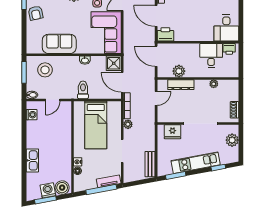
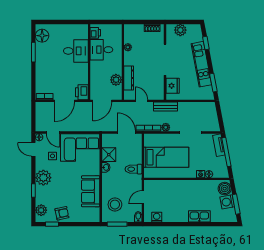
desk: (226, 28) -> (76, 51), moved
shower: (114, 63) -> (109, 155), moved
door: (122, 82) -> (126, 133), swing flipped
door: (53, 100) -> (143, 197), swing flipped
bench: (150, 164) -> (165, 107), moved

